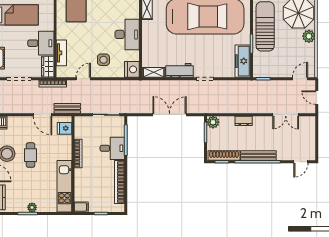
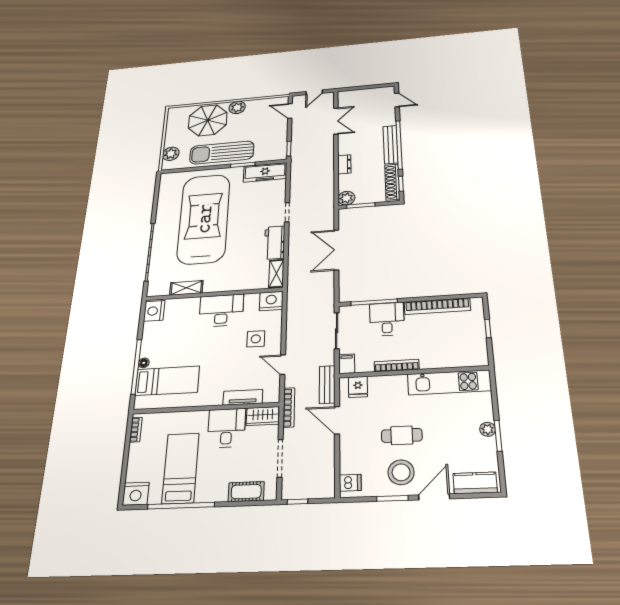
door: (42, 115) -> (337, 420), swing flipped
filing cabinet: (81, 207) -> (347, 364), moved

